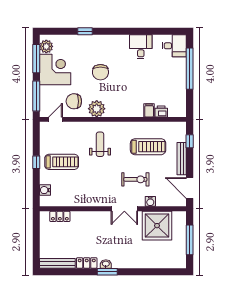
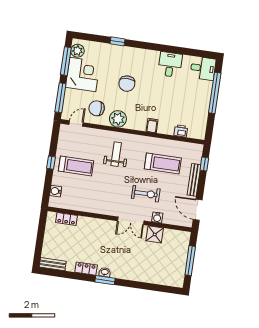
filing cabinet: (149, 110) -> (152, 126), moved
shower: (157, 226) -> (155, 234), width x0.54, depth x0.54
bench: (57, 263) -> (53, 264), width x0.73

